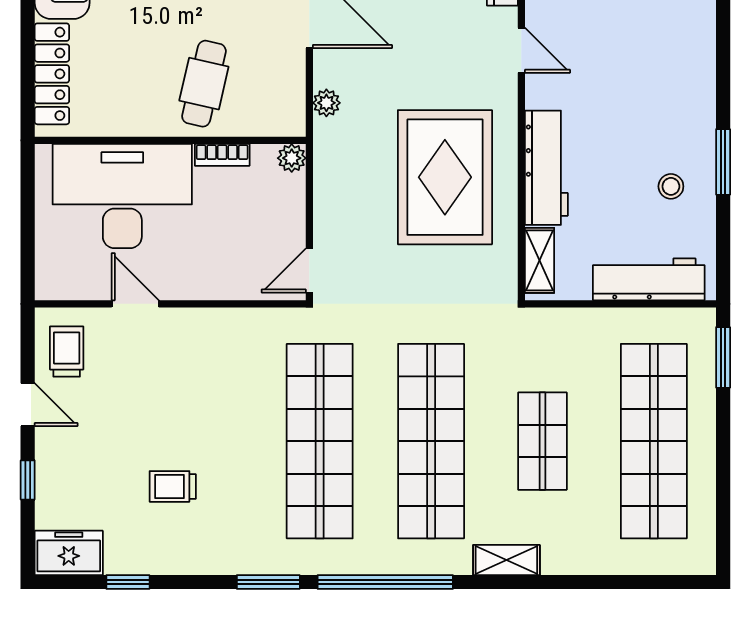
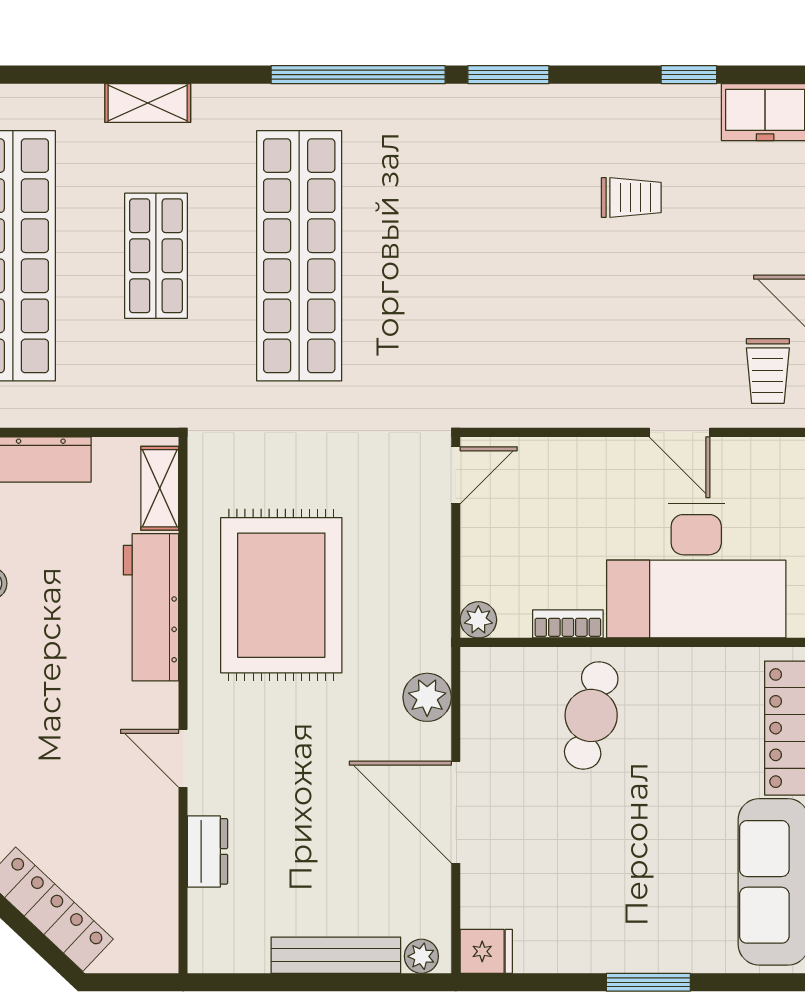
plant: (326, 103) -> (427, 697), width x1.38, depth x1.38
shop shelf: (320, 441) -> (442, 256), removed
shelving: (506, 560) -> (148, 103), moved

